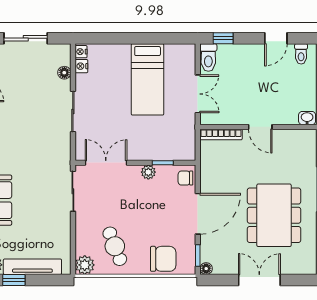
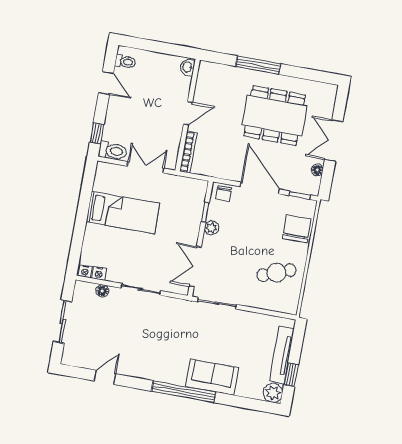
plant: (85, 265) -> (289, 305), removed
floor lamp: (206, 269) -> (317, 170), moved

